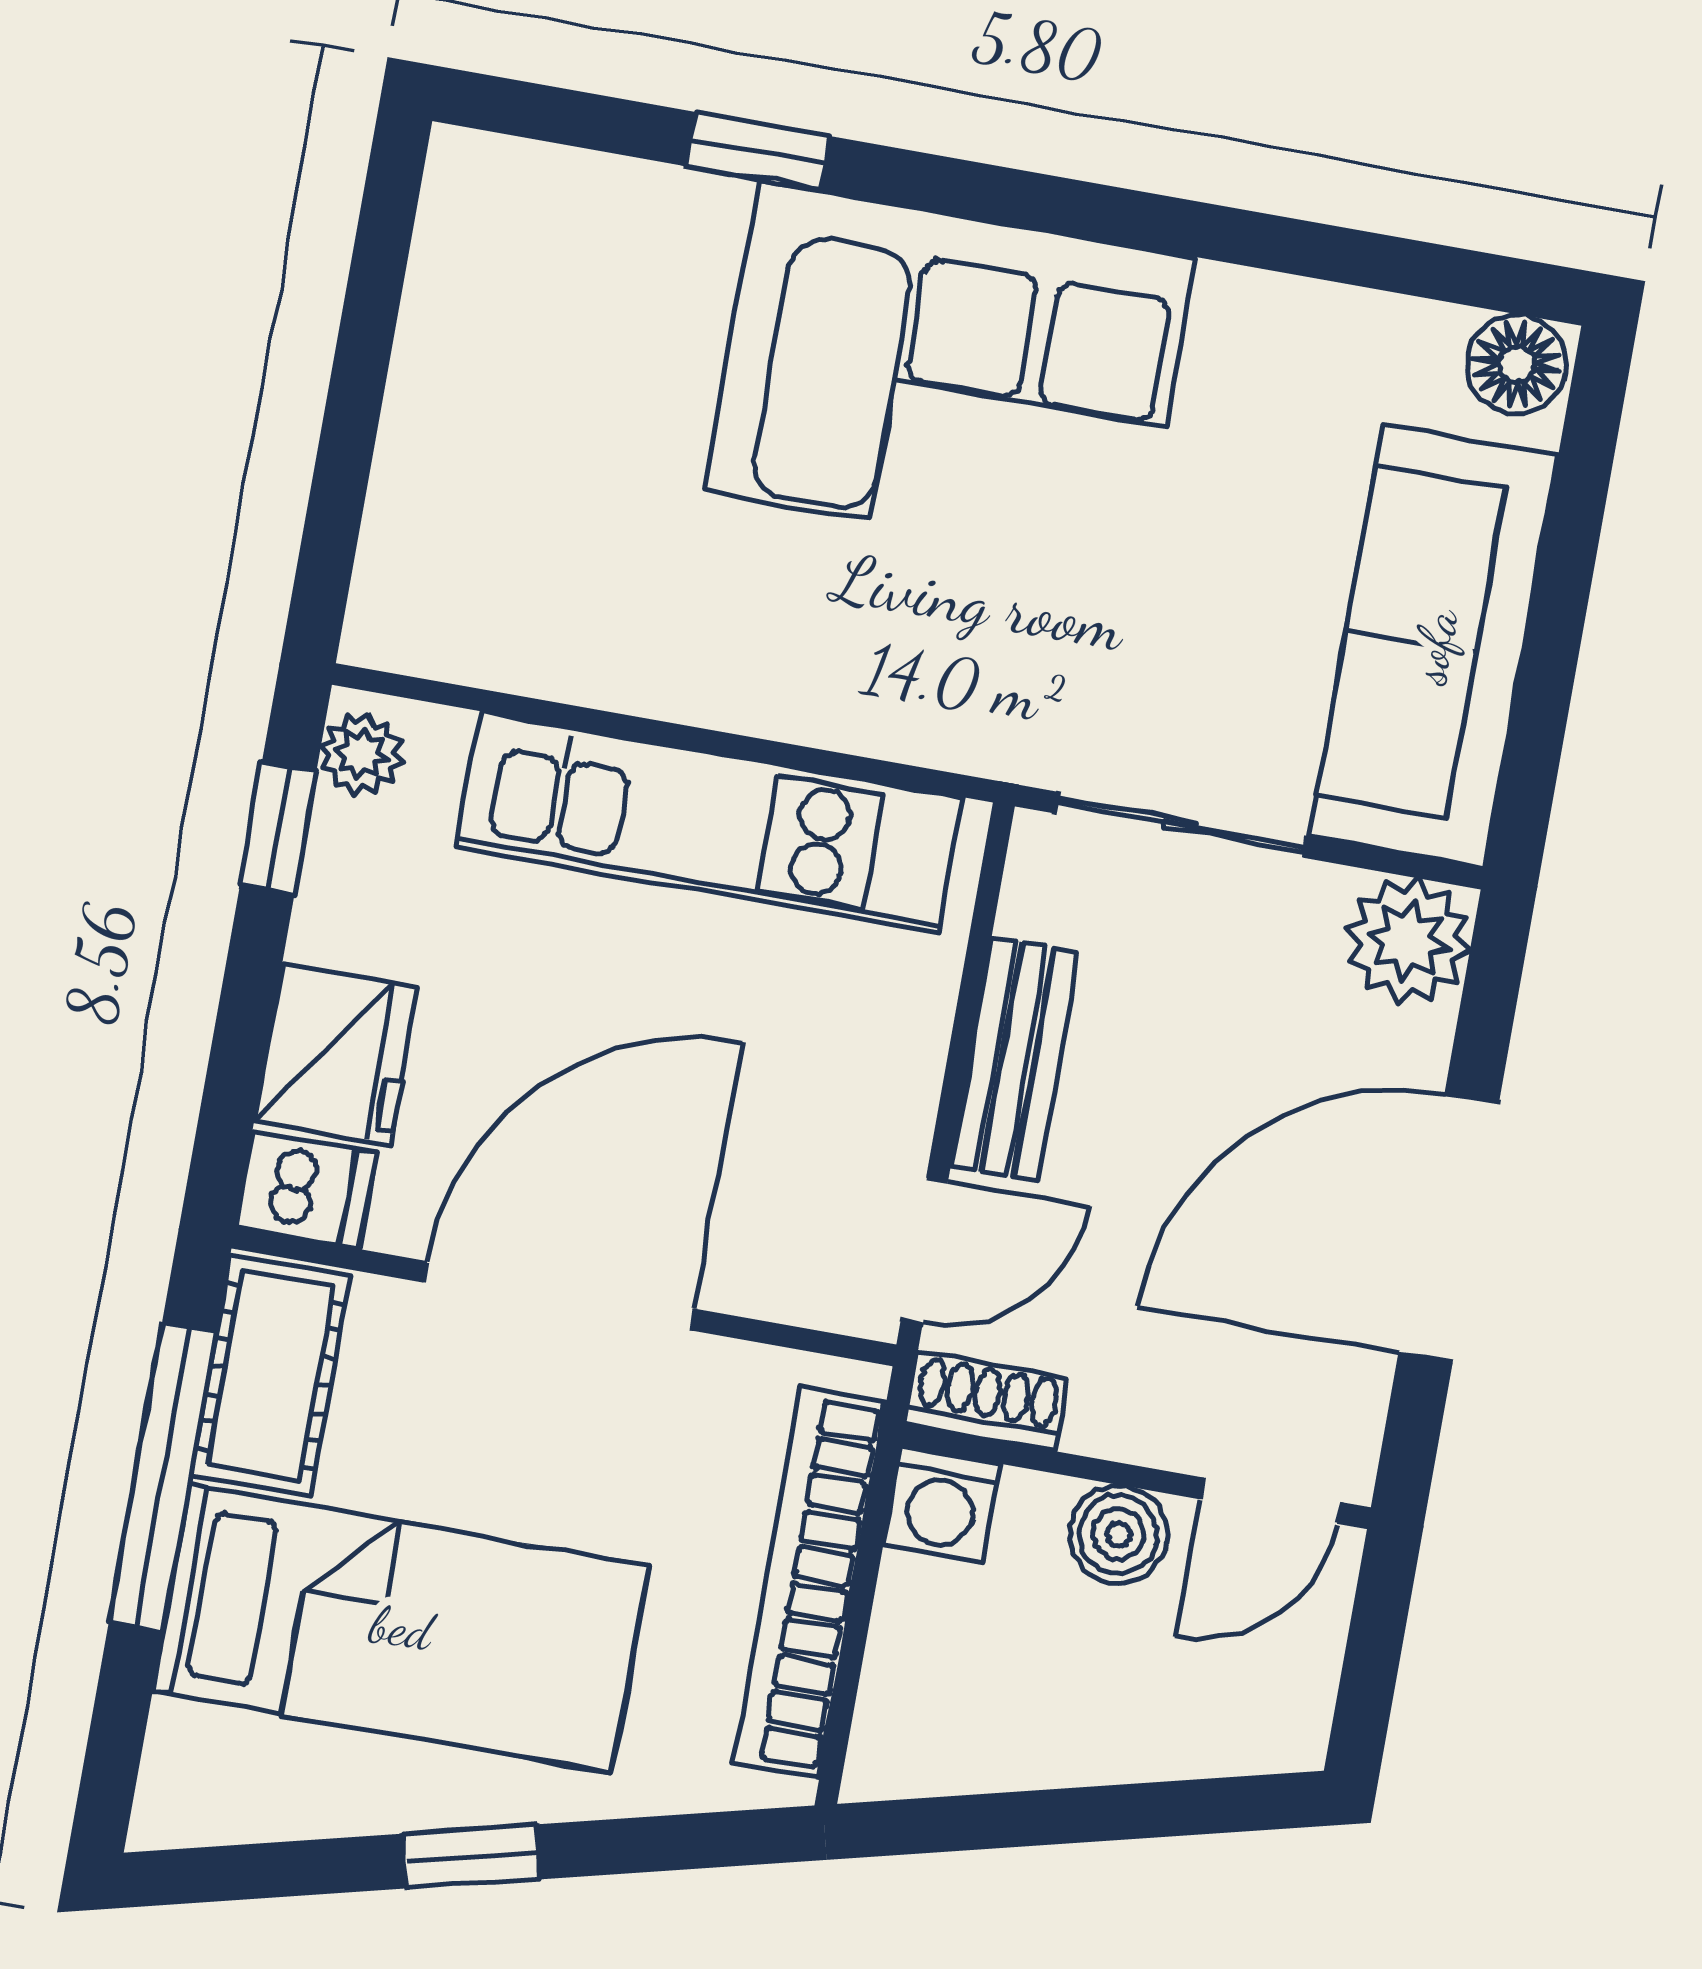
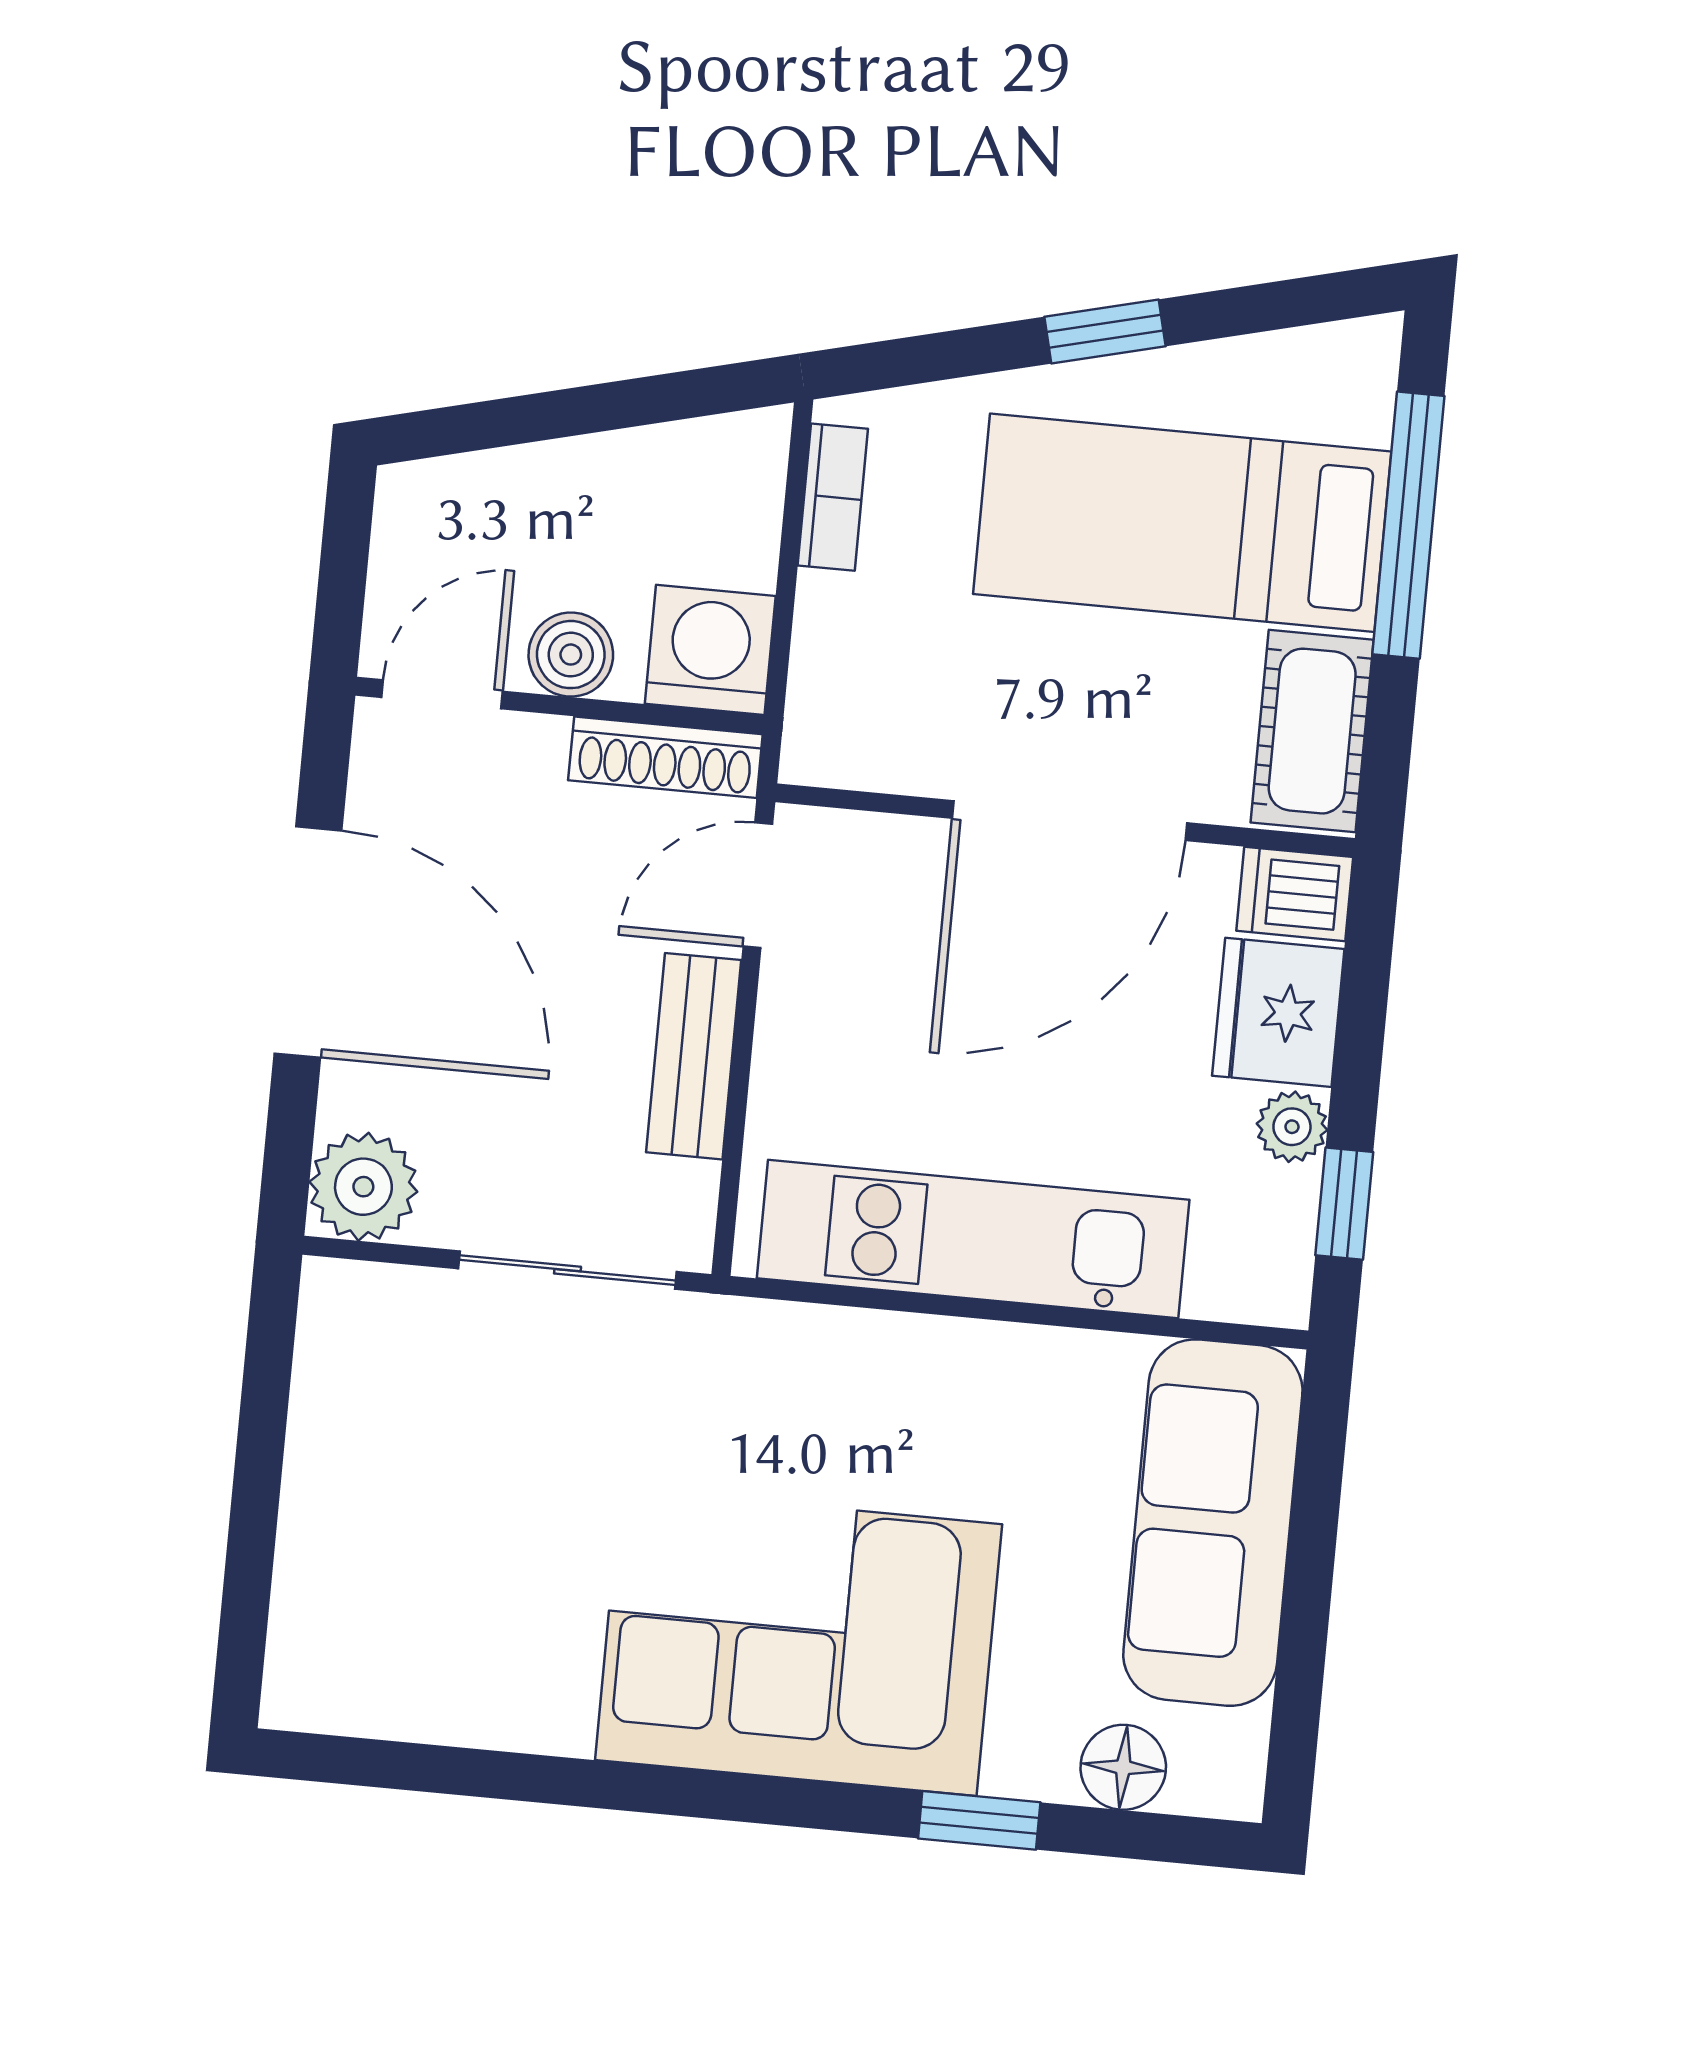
floor lamp: (1517, 364) -> (1123, 1767), moved
sofa: (1434, 646) -> (1213, 1523), moved, turned 180
plant: (361, 754) -> (1292, 1127), moved
door: (1449, 1228) -> (308, 942), hinge flipped
shoe rack: (987, 1401) -> (665, 757), width x1.43
window: (163, 1477) -> (1408, 525), moved
washing machine: (942, 1505) -> (710, 650), width x1.38, depth x1.38
bookcase: (810, 1583) -> (833, 497), width x0.43, depth x0.76

